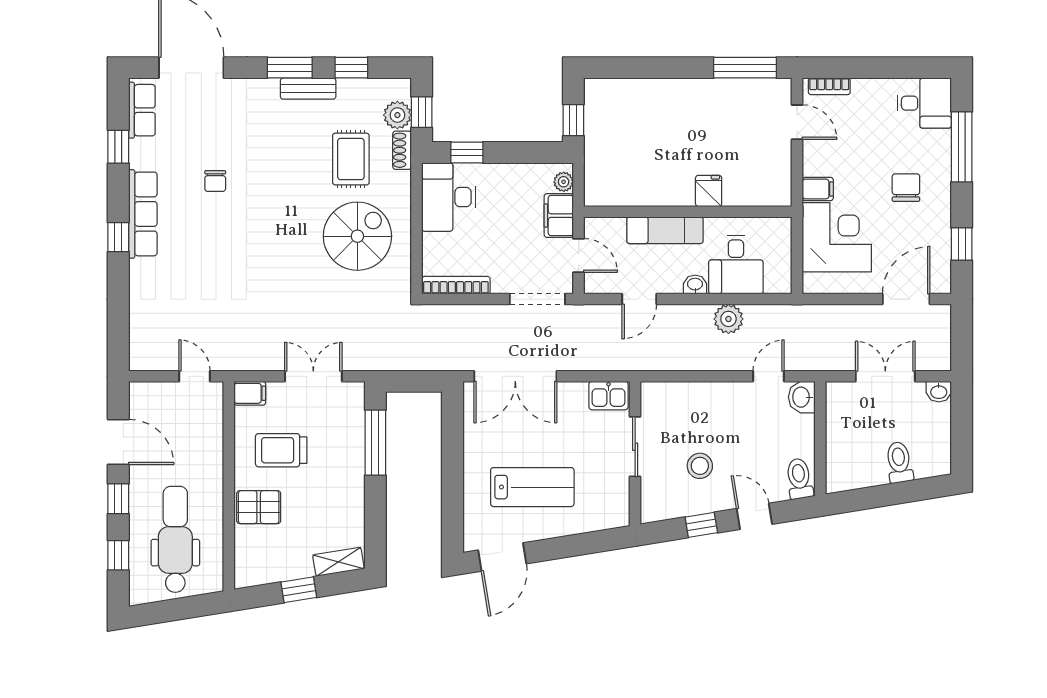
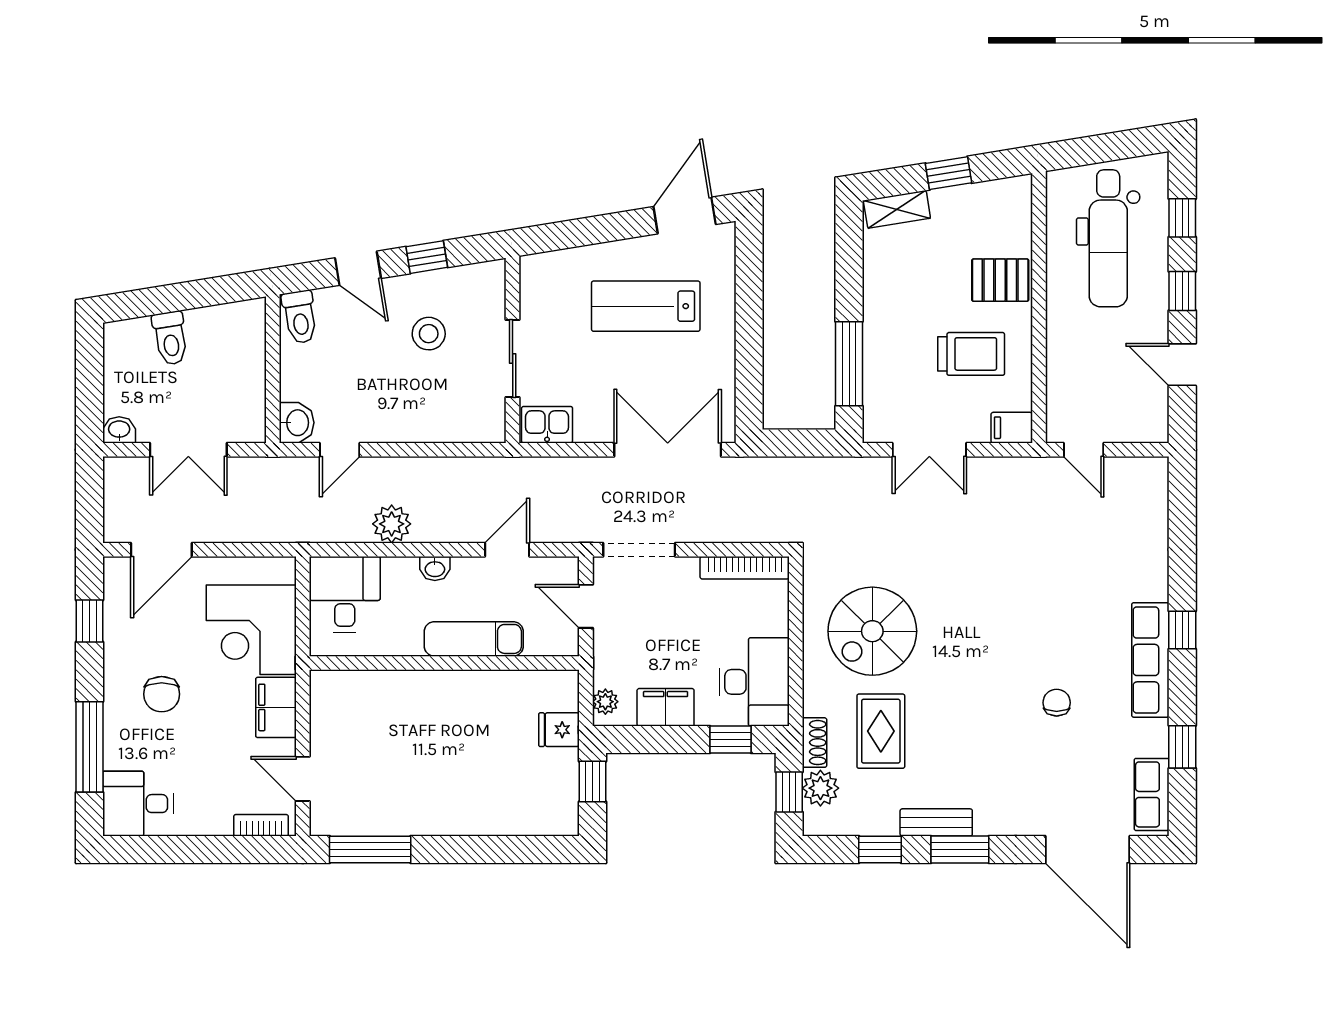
filing cabinet: (818, 189) -> (276, 707), width x2.00
fridge: (709, 191) -> (559, 730), moved, turned 90
filing cabinet: (559, 216) -> (666, 707), moved, turned -90
desk: (736, 265) -> (345, 594), moved
door: (118, 442) -> (1182, 365), width x0.73

